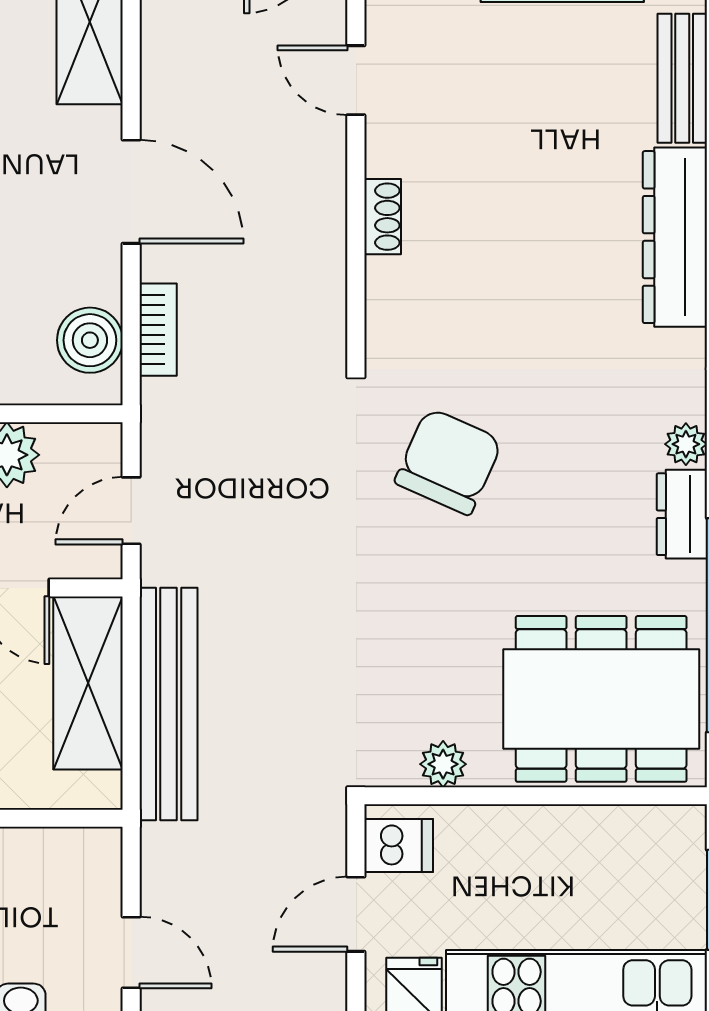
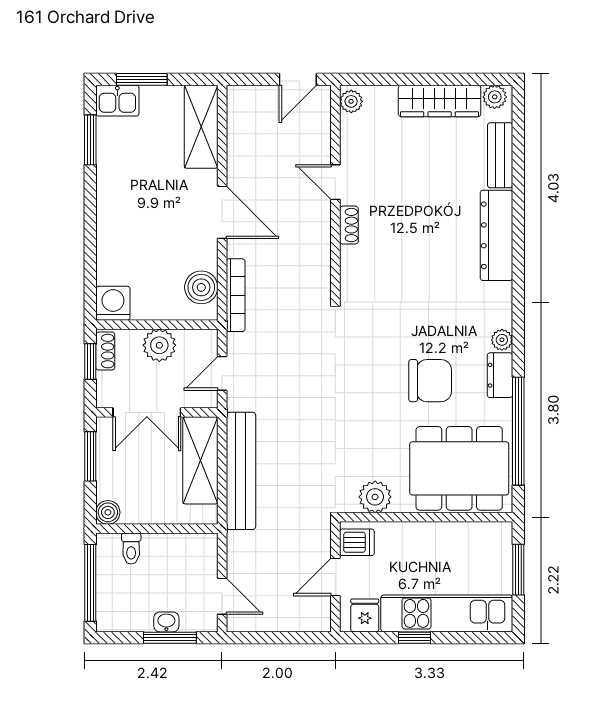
door: (356, 80) -> (335, 182), moved
bookcase: (158, 330) -> (236, 295), width x1.56
chair: (449, 461) -> (430, 381), moved, turned 66
plant: (443, 764) -> (375, 497), width x1.38, depth x1.38

